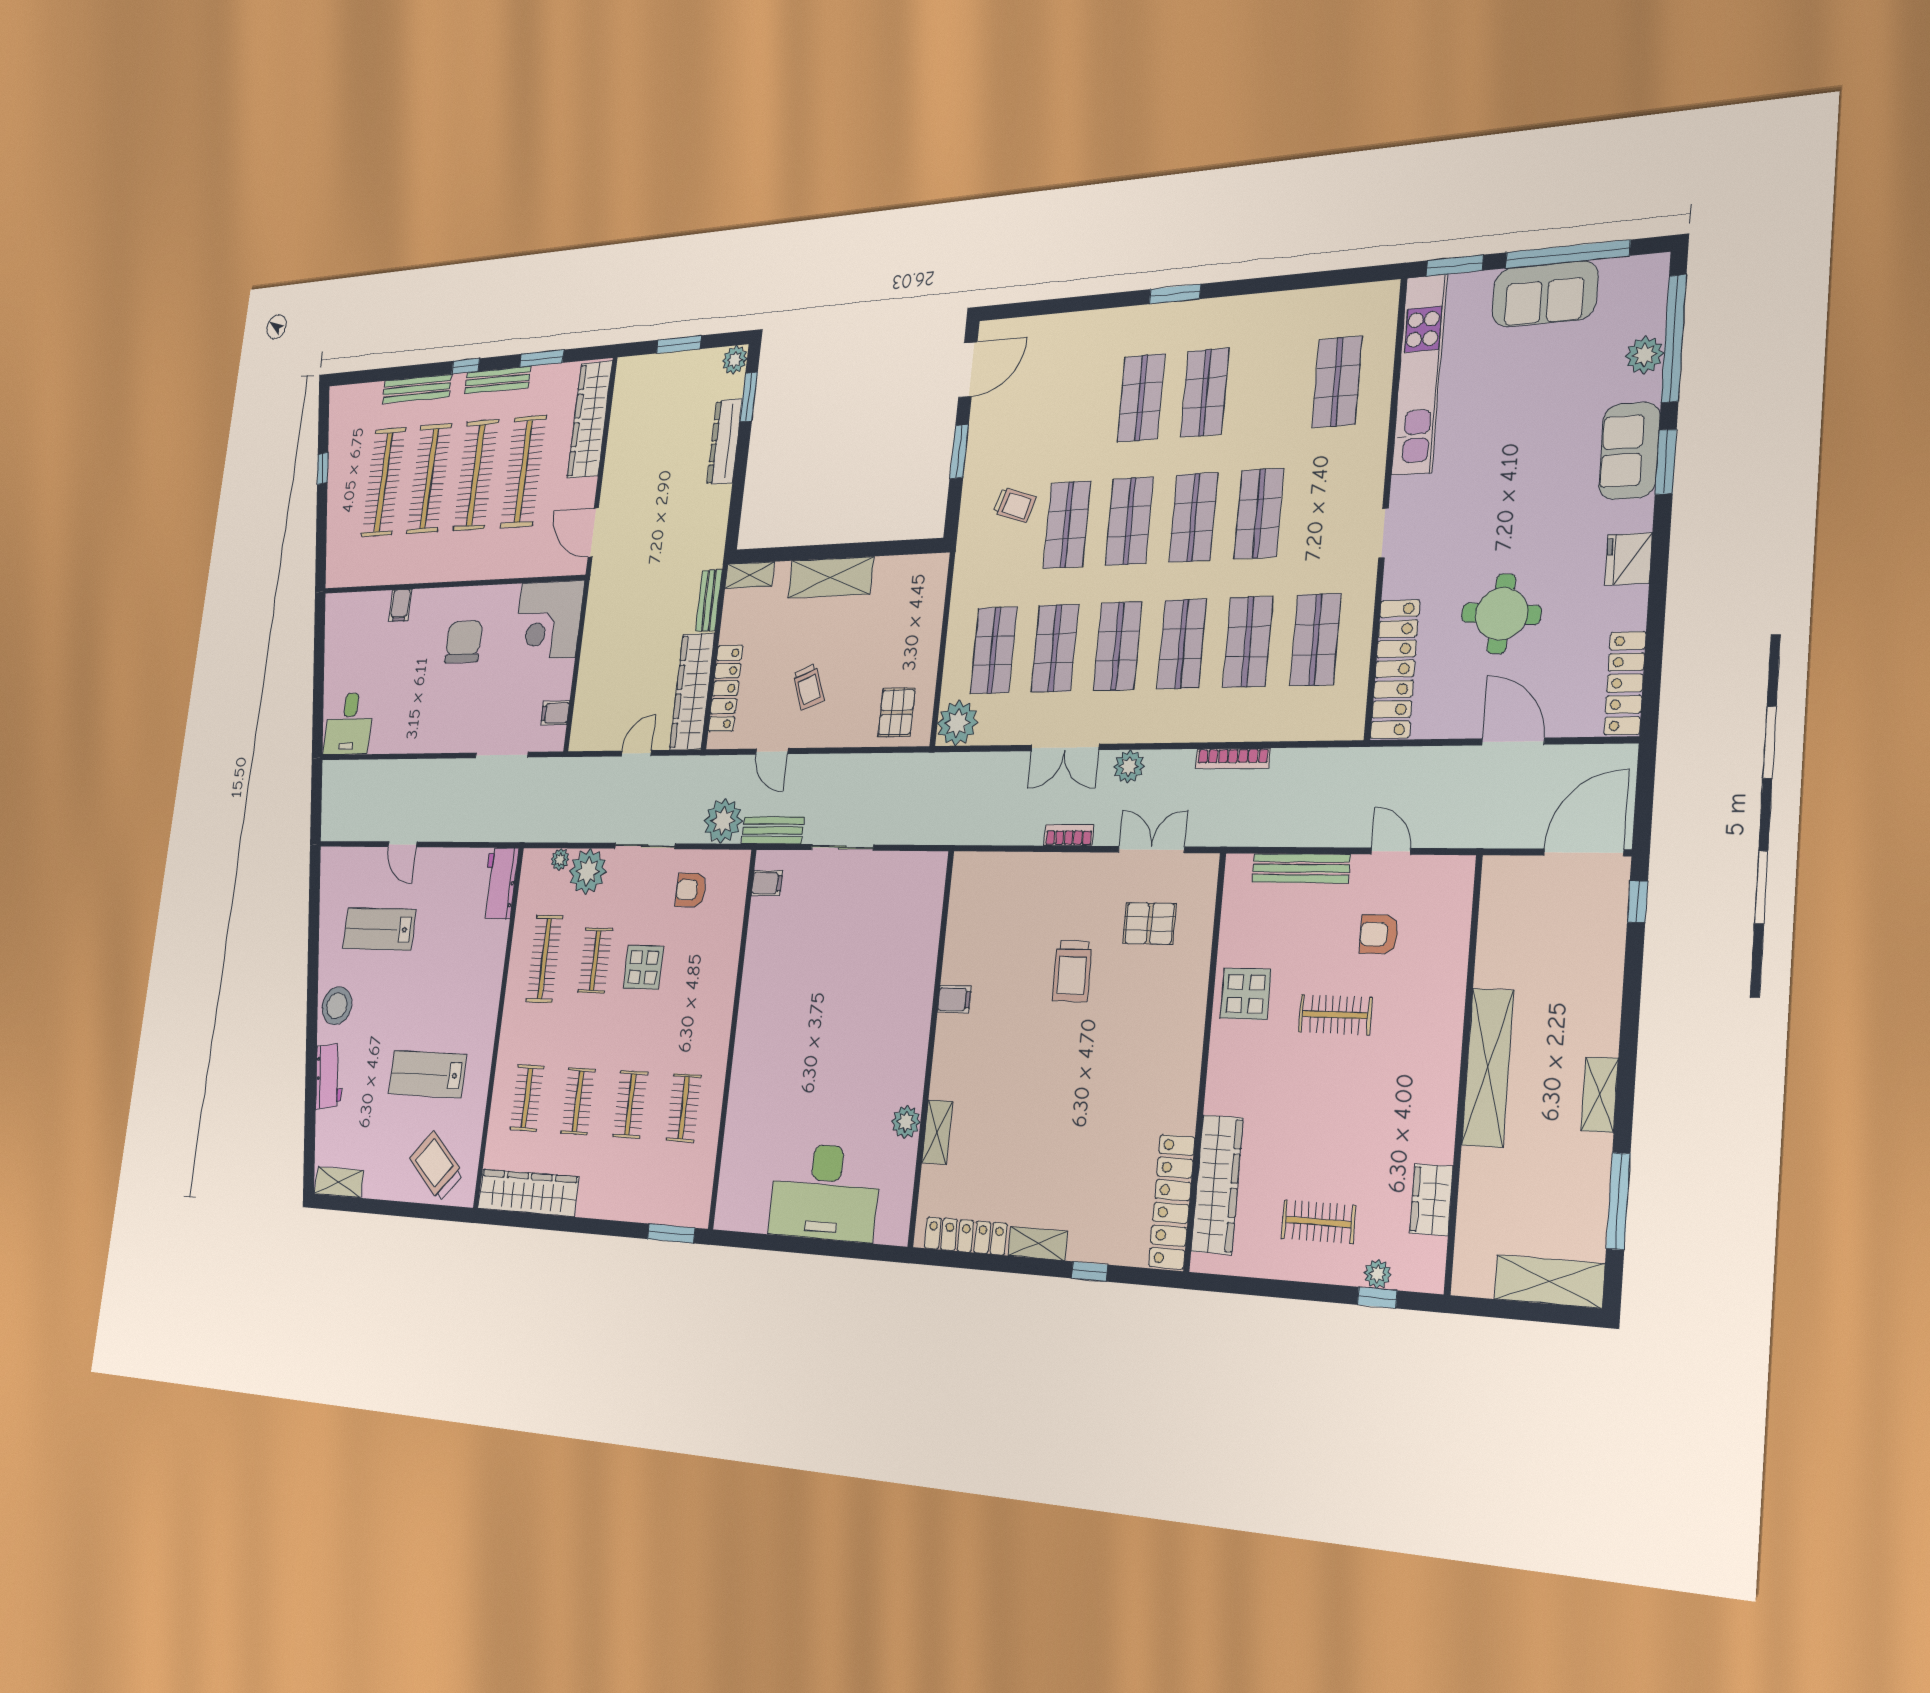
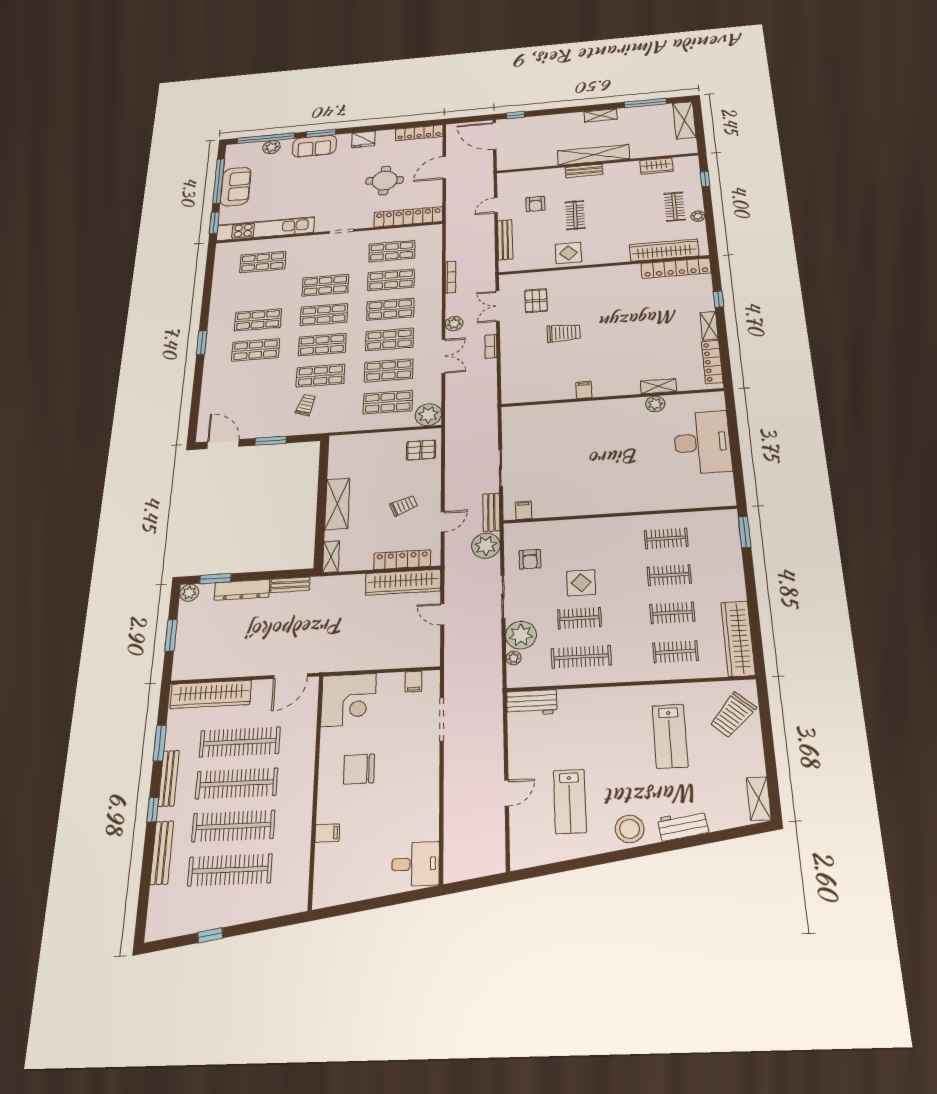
bench: (709, 600) -> (290, 585), moved
bench: (1447, 1043) -> (584, 171), added
plant: (1378, 1274) -> (698, 216), moved

